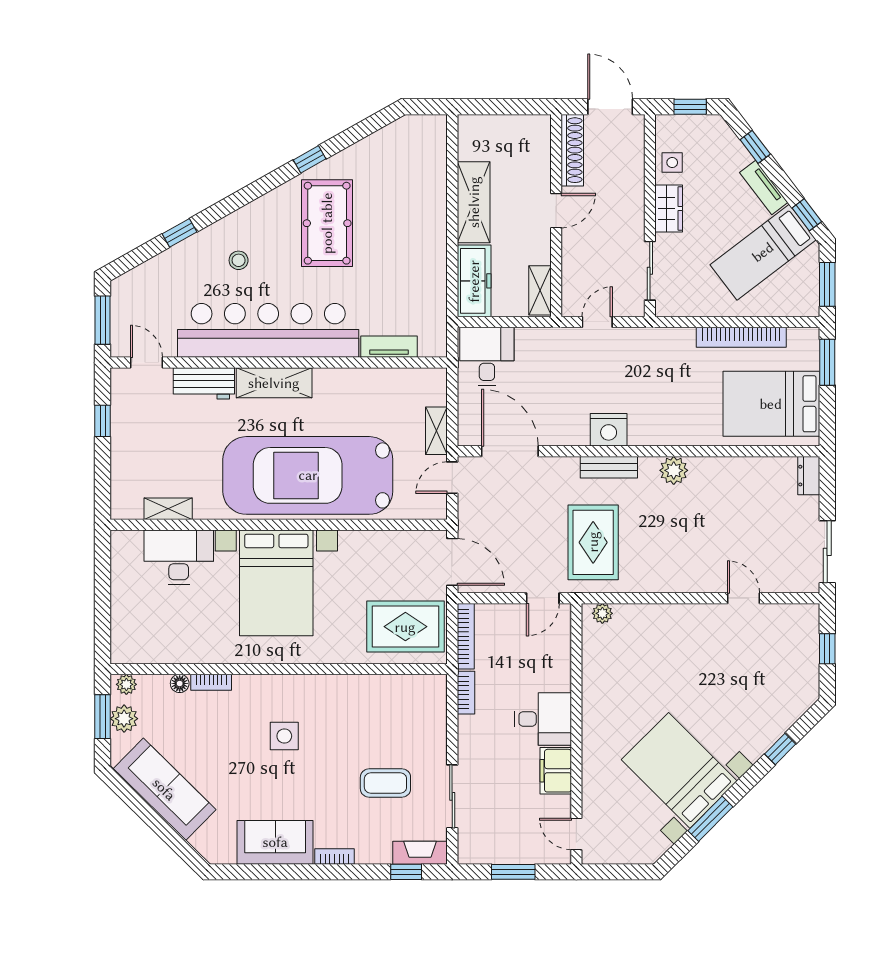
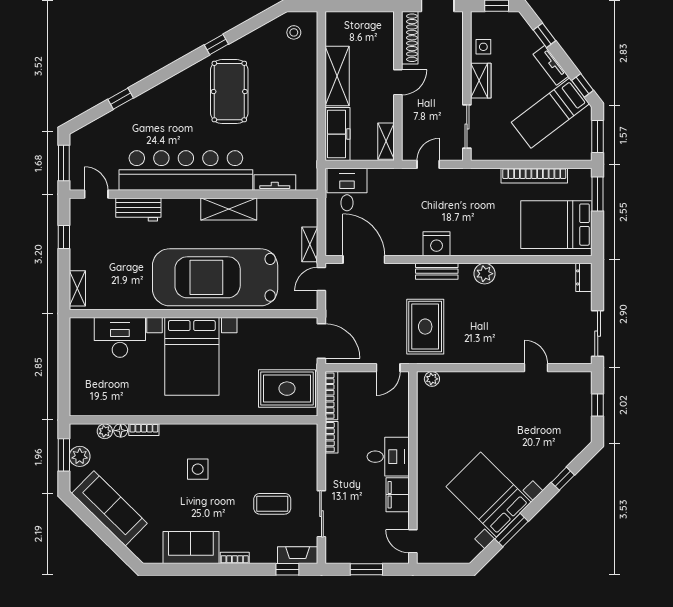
stool: (239, 260) -> (294, 32), moved
shelving: (274, 383) -> (229, 209), moved
shelving: (168, 509) -> (77, 288), moved, turned 90
plant: (126, 684) -> (105, 431), moved

